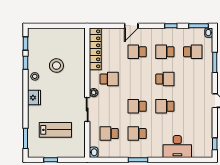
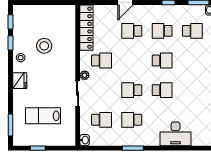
school desk: (165, 106) -> (162, 90), turned 180
lab bench: (55, 130) -> (43, 116), turned 180
school desk: (109, 134) -> (101, 120), turned 180

